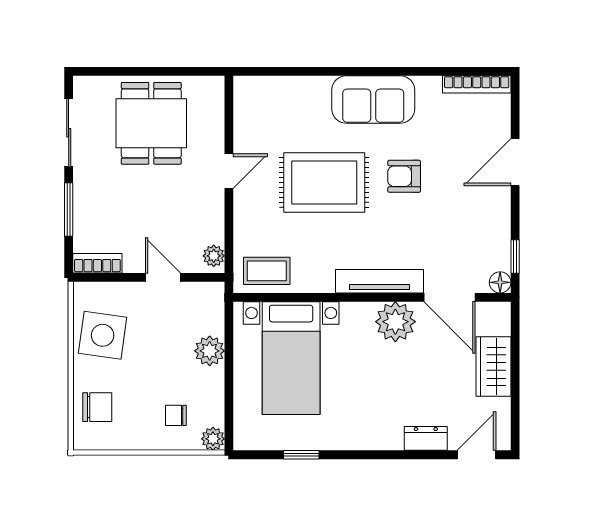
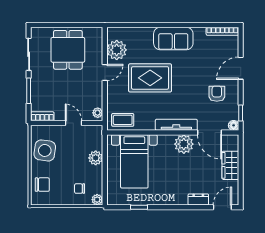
plant: (254, 124) -> (117, 50), added
armchair: (404, 176) -> (217, 94), moved, turned 90

